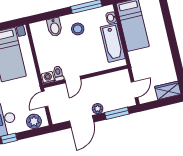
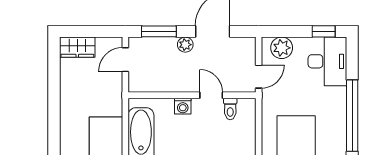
washing machine: (48, 78) -> (183, 106), moved
door: (73, 79) -> (211, 95), hinge flipped

